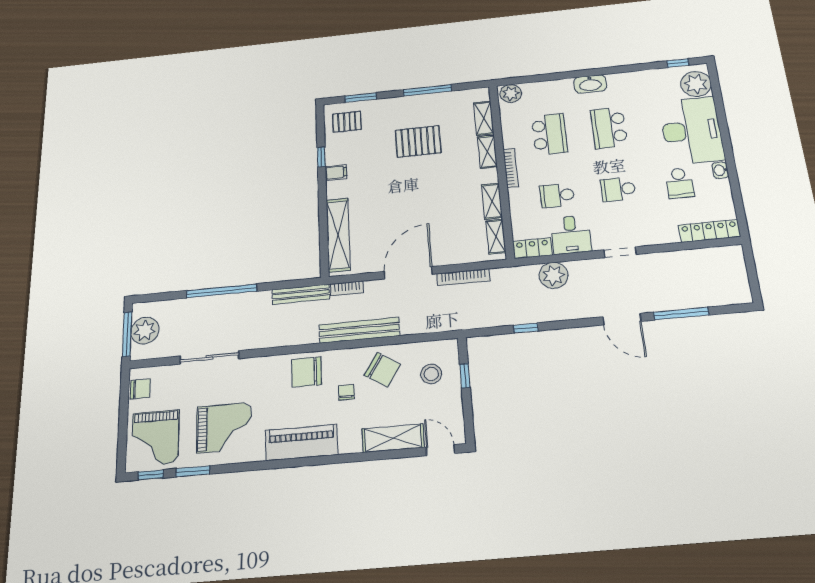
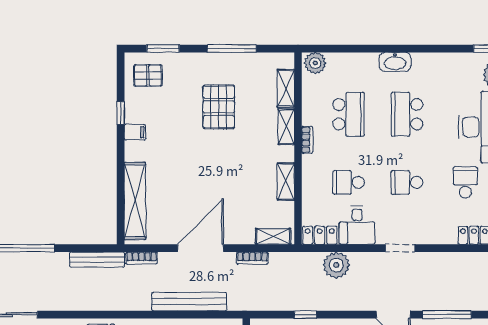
pallet: (418, 141) -> (219, 107), turned 90
bookcase: (511, 168) -> (307, 140), width x0.64
school desk: (680, 183) -> (465, 182), turned 180
shelving: (496, 237) -> (273, 236), moved, turned 90
bookcase: (463, 277) -> (252, 258), width x0.64
bench: (359, 330) -> (189, 302), moved

